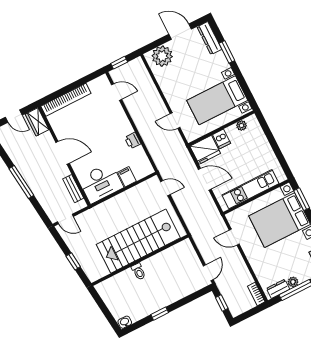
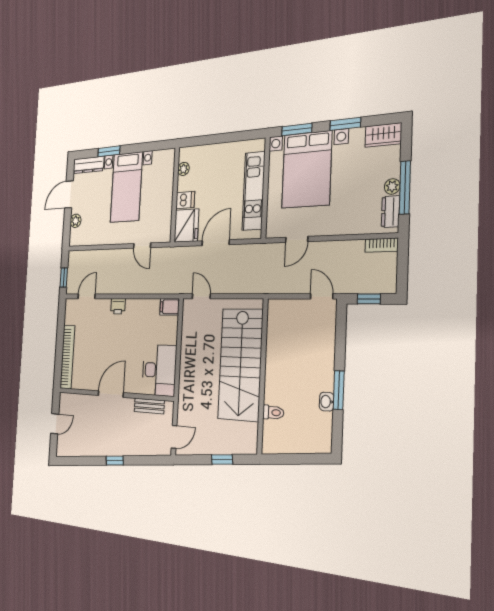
plant: (162, 56) -> (76, 221), width x0.53, depth x0.53
bed with nightstands: (217, 100) -> (126, 187), moved
door: (175, 121) -> (142, 246), hinge flipped
wardrobe: (37, 122) -> (71, 402), removed
printer: (133, 141) -> (118, 306), moved
filing cabinet: (127, 177) -> (170, 307), moved
window: (21, 182) -> (115, 461), width x0.46
door: (165, 188) -> (201, 296), hinge flipped
toilet: (139, 272) -> (273, 412), moved
window: (160, 314) -> (339, 390), width x1.50
washbasin: (125, 322) -> (327, 402), moved

